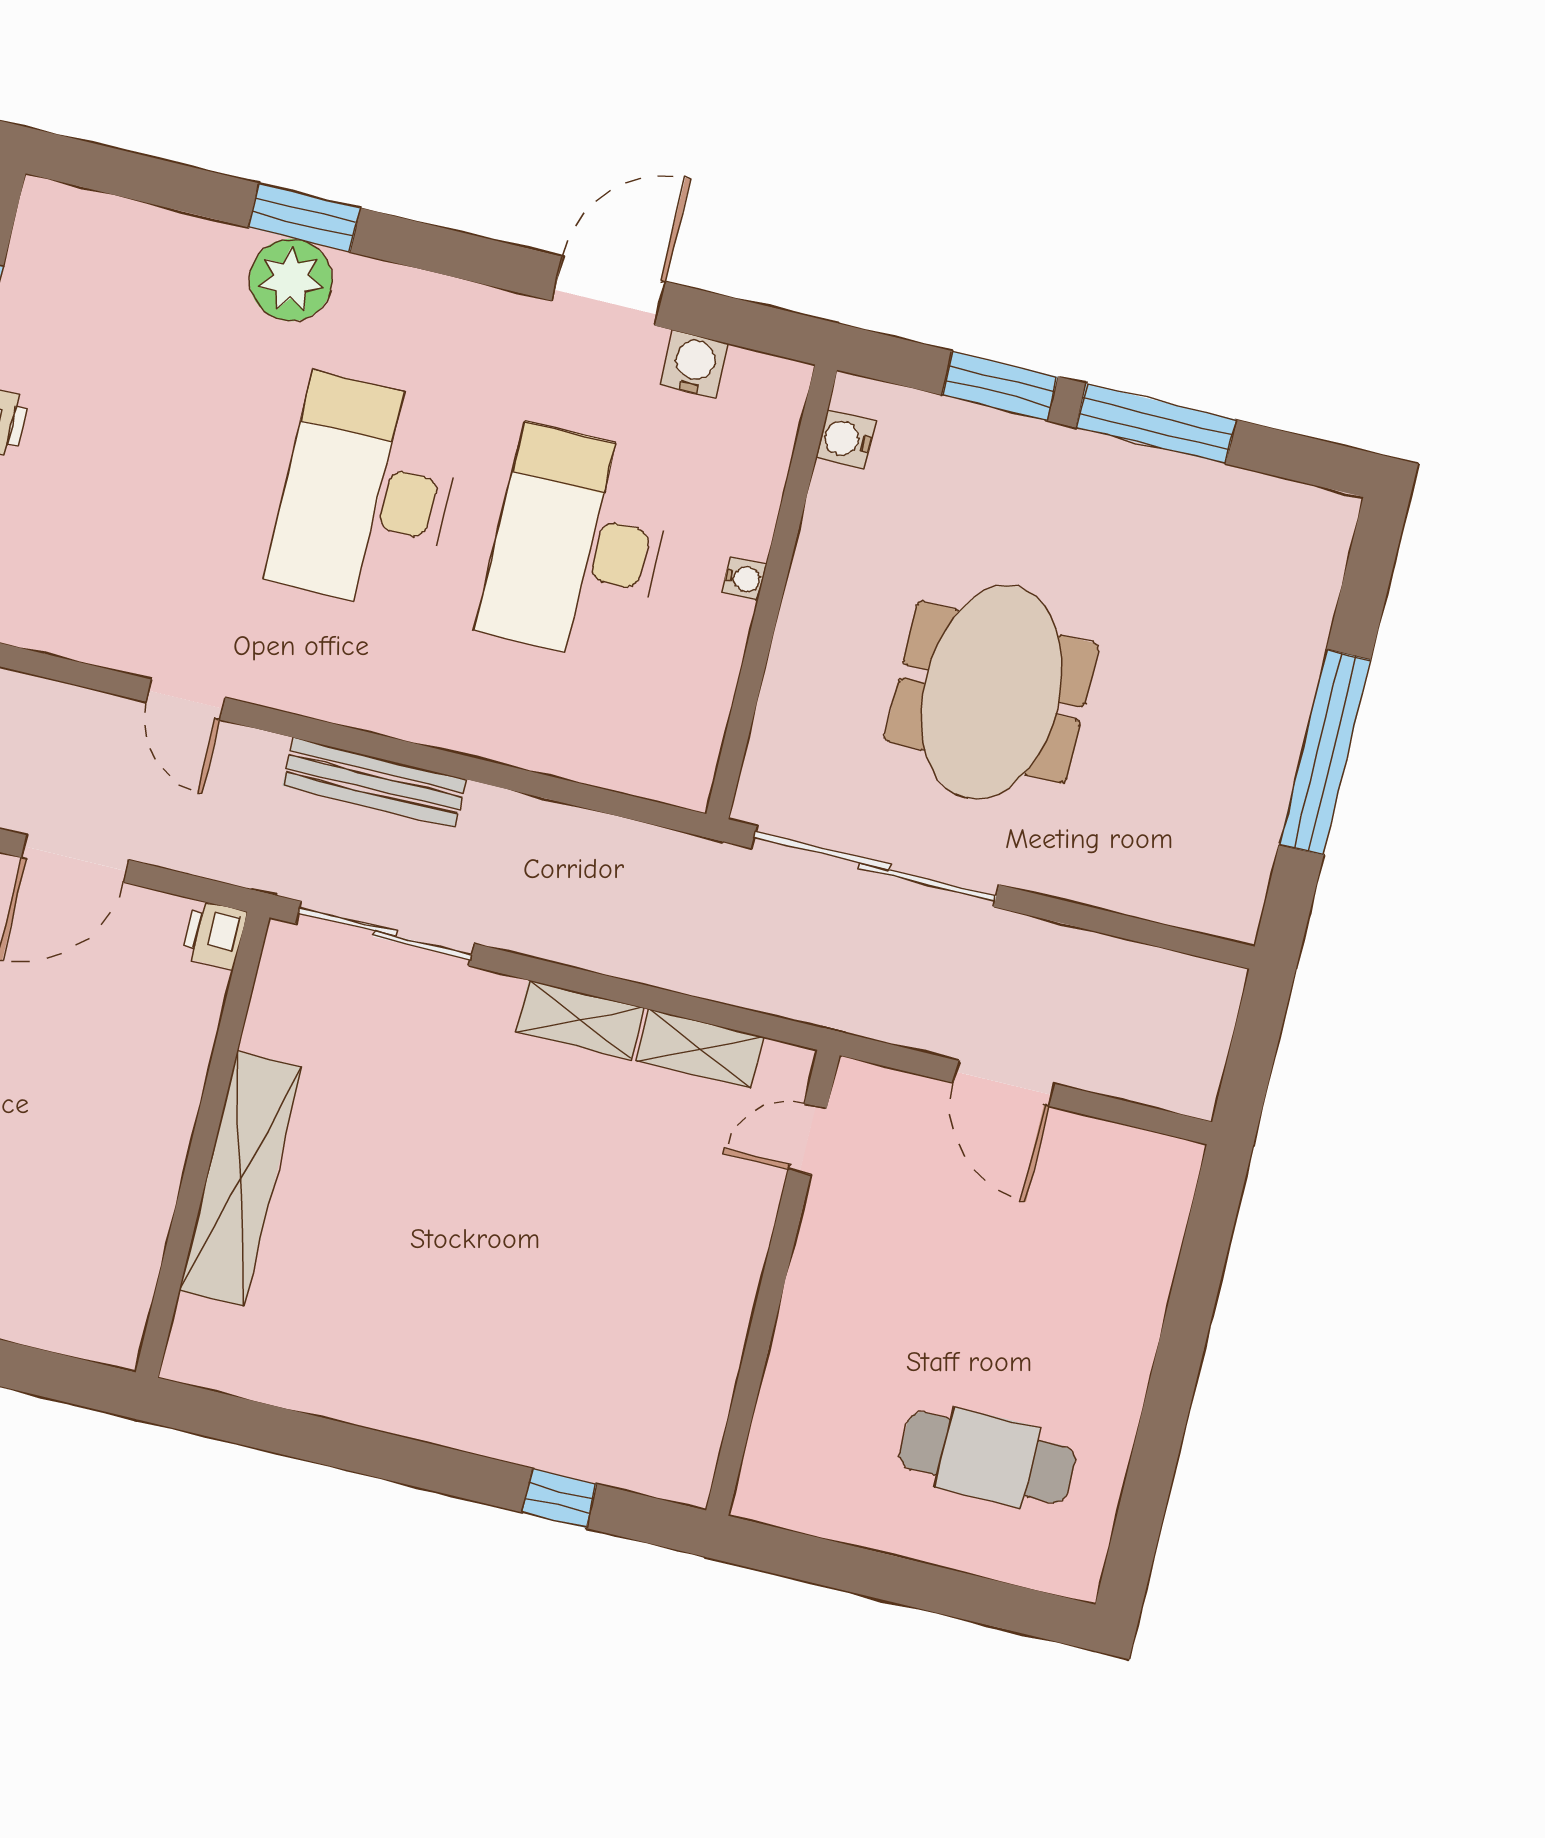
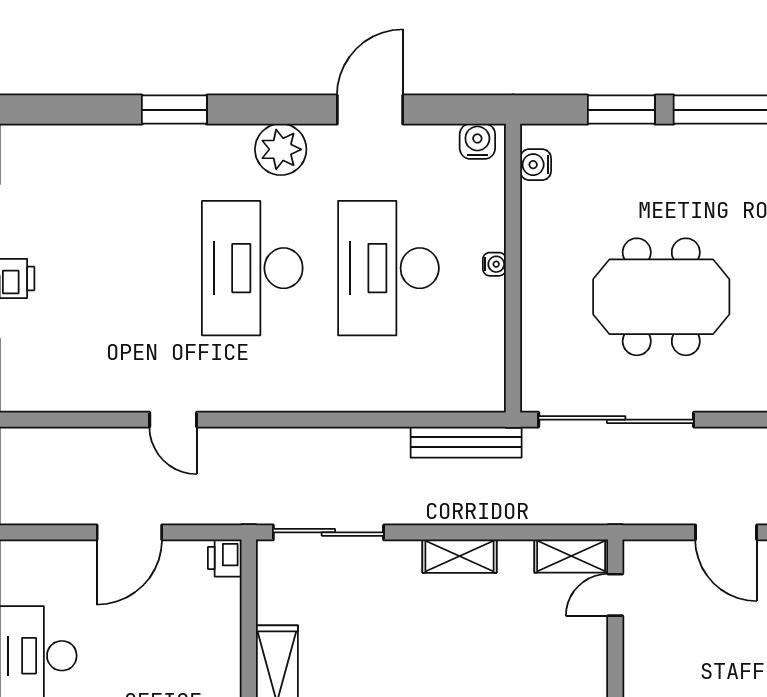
plant: (291, 280) -> (281, 149), moved
water cooler: (694, 364) -> (477, 141), moved
meeting table: (992, 692) -> (661, 297), turned 90
bench: (374, 783) -> (466, 442), moved
shelving: (700, 1049) -> (571, 556), moved

